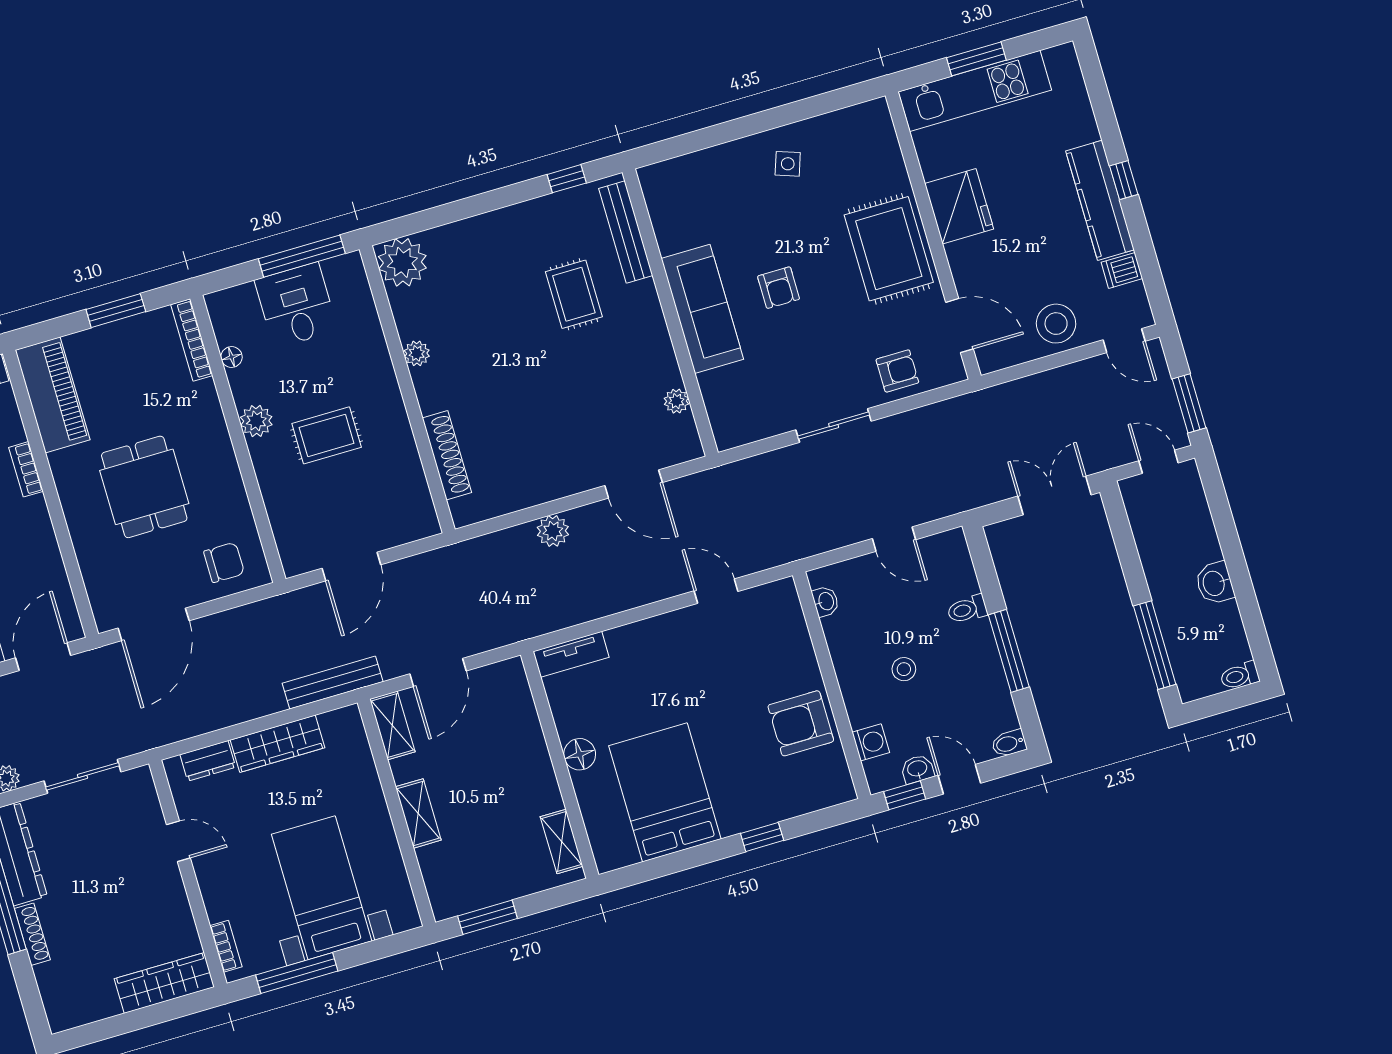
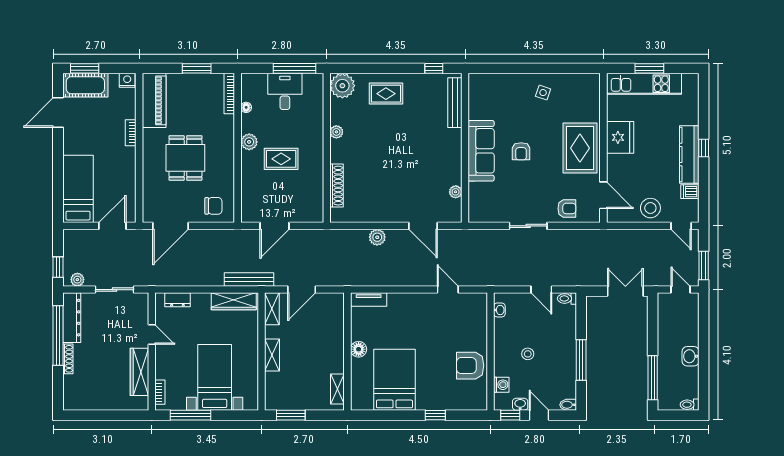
rug: (574, 294) -> (386, 94), moved, turned 90
toilet: (967, 609) -> (567, 298), moved
wardrobe: (278, 744) -> (234, 301), moved
wardrobe: (164, 983) -> (139, 372), moved, turned -90

